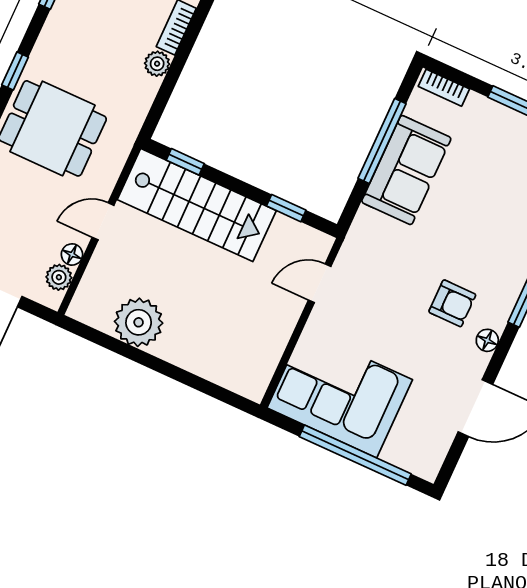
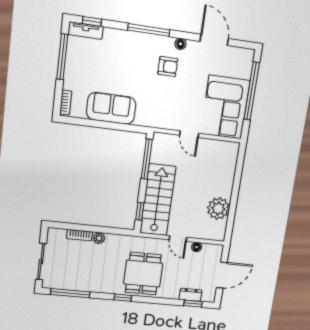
window: (382, 141) -> (101, 124), removed
window: (286, 208) -> (147, 159), width x2.17
plant: (59, 277) -> (208, 249), removed
door: (320, 283) -> (189, 134), moved
armchair: (452, 303) -> (168, 66), turned 90

